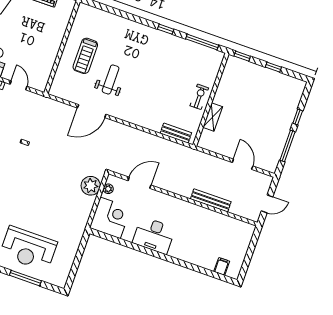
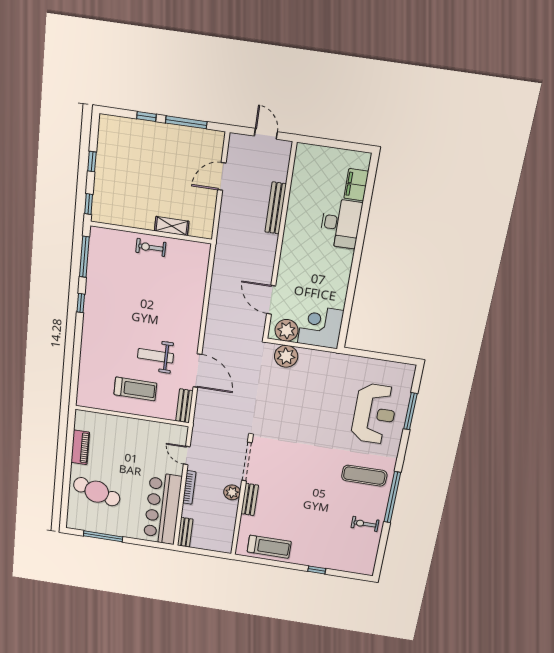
door: (19, 85) -> (187, 455), hinge flipped
bench: (176, 133) -> (184, 406), moved
plant: (108, 189) -> (287, 330), width x1.88, depth x1.88
desk: (154, 235) -> (341, 223), moved
filing cabinet: (222, 266) -> (356, 185), width x2.00

